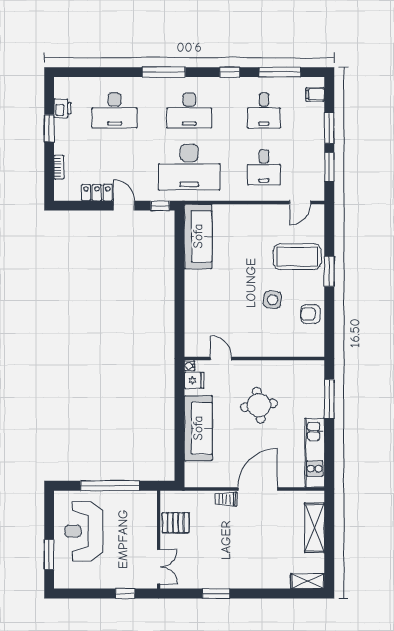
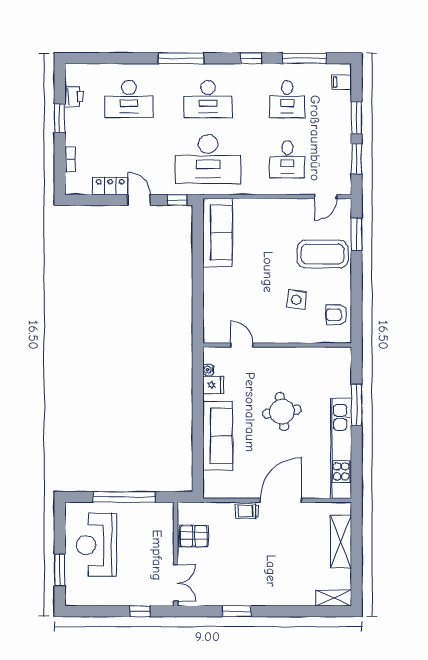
window: (329, 271) -> (357, 234), moved
door: (221, 359) -> (242, 345), moved
wall: (254, 359) -> (277, 345), moved
kitchen unit: (315, 453) -> (341, 448), width x1.36

